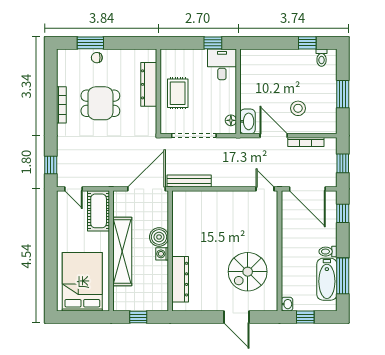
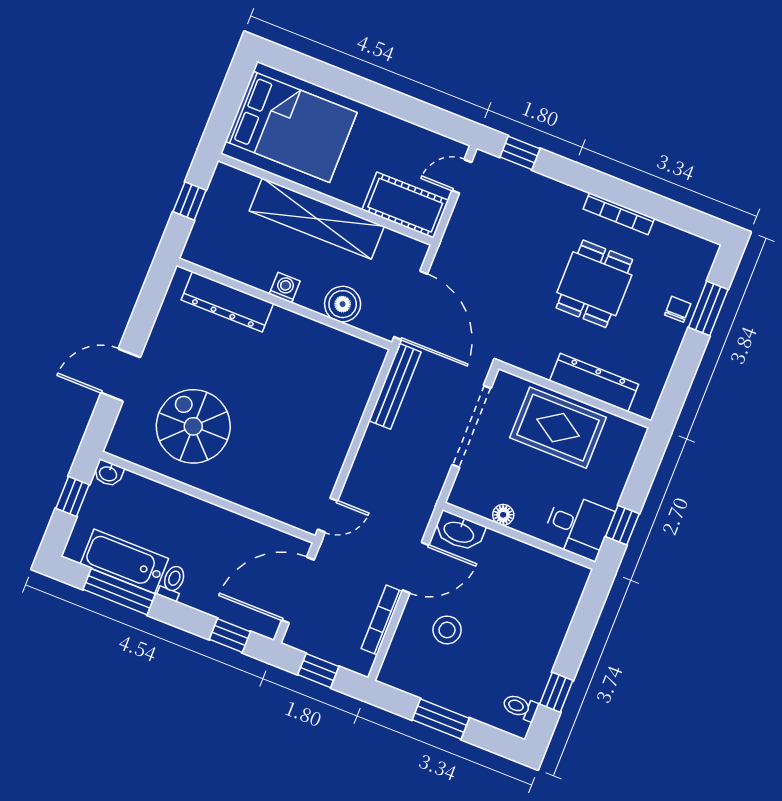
rug: (178, 93) -> (558, 428), width x1.36, depth x1.43
floor lamp: (231, 120) -> (503, 515), moved
boiler: (159, 237) -> (343, 304), moved

